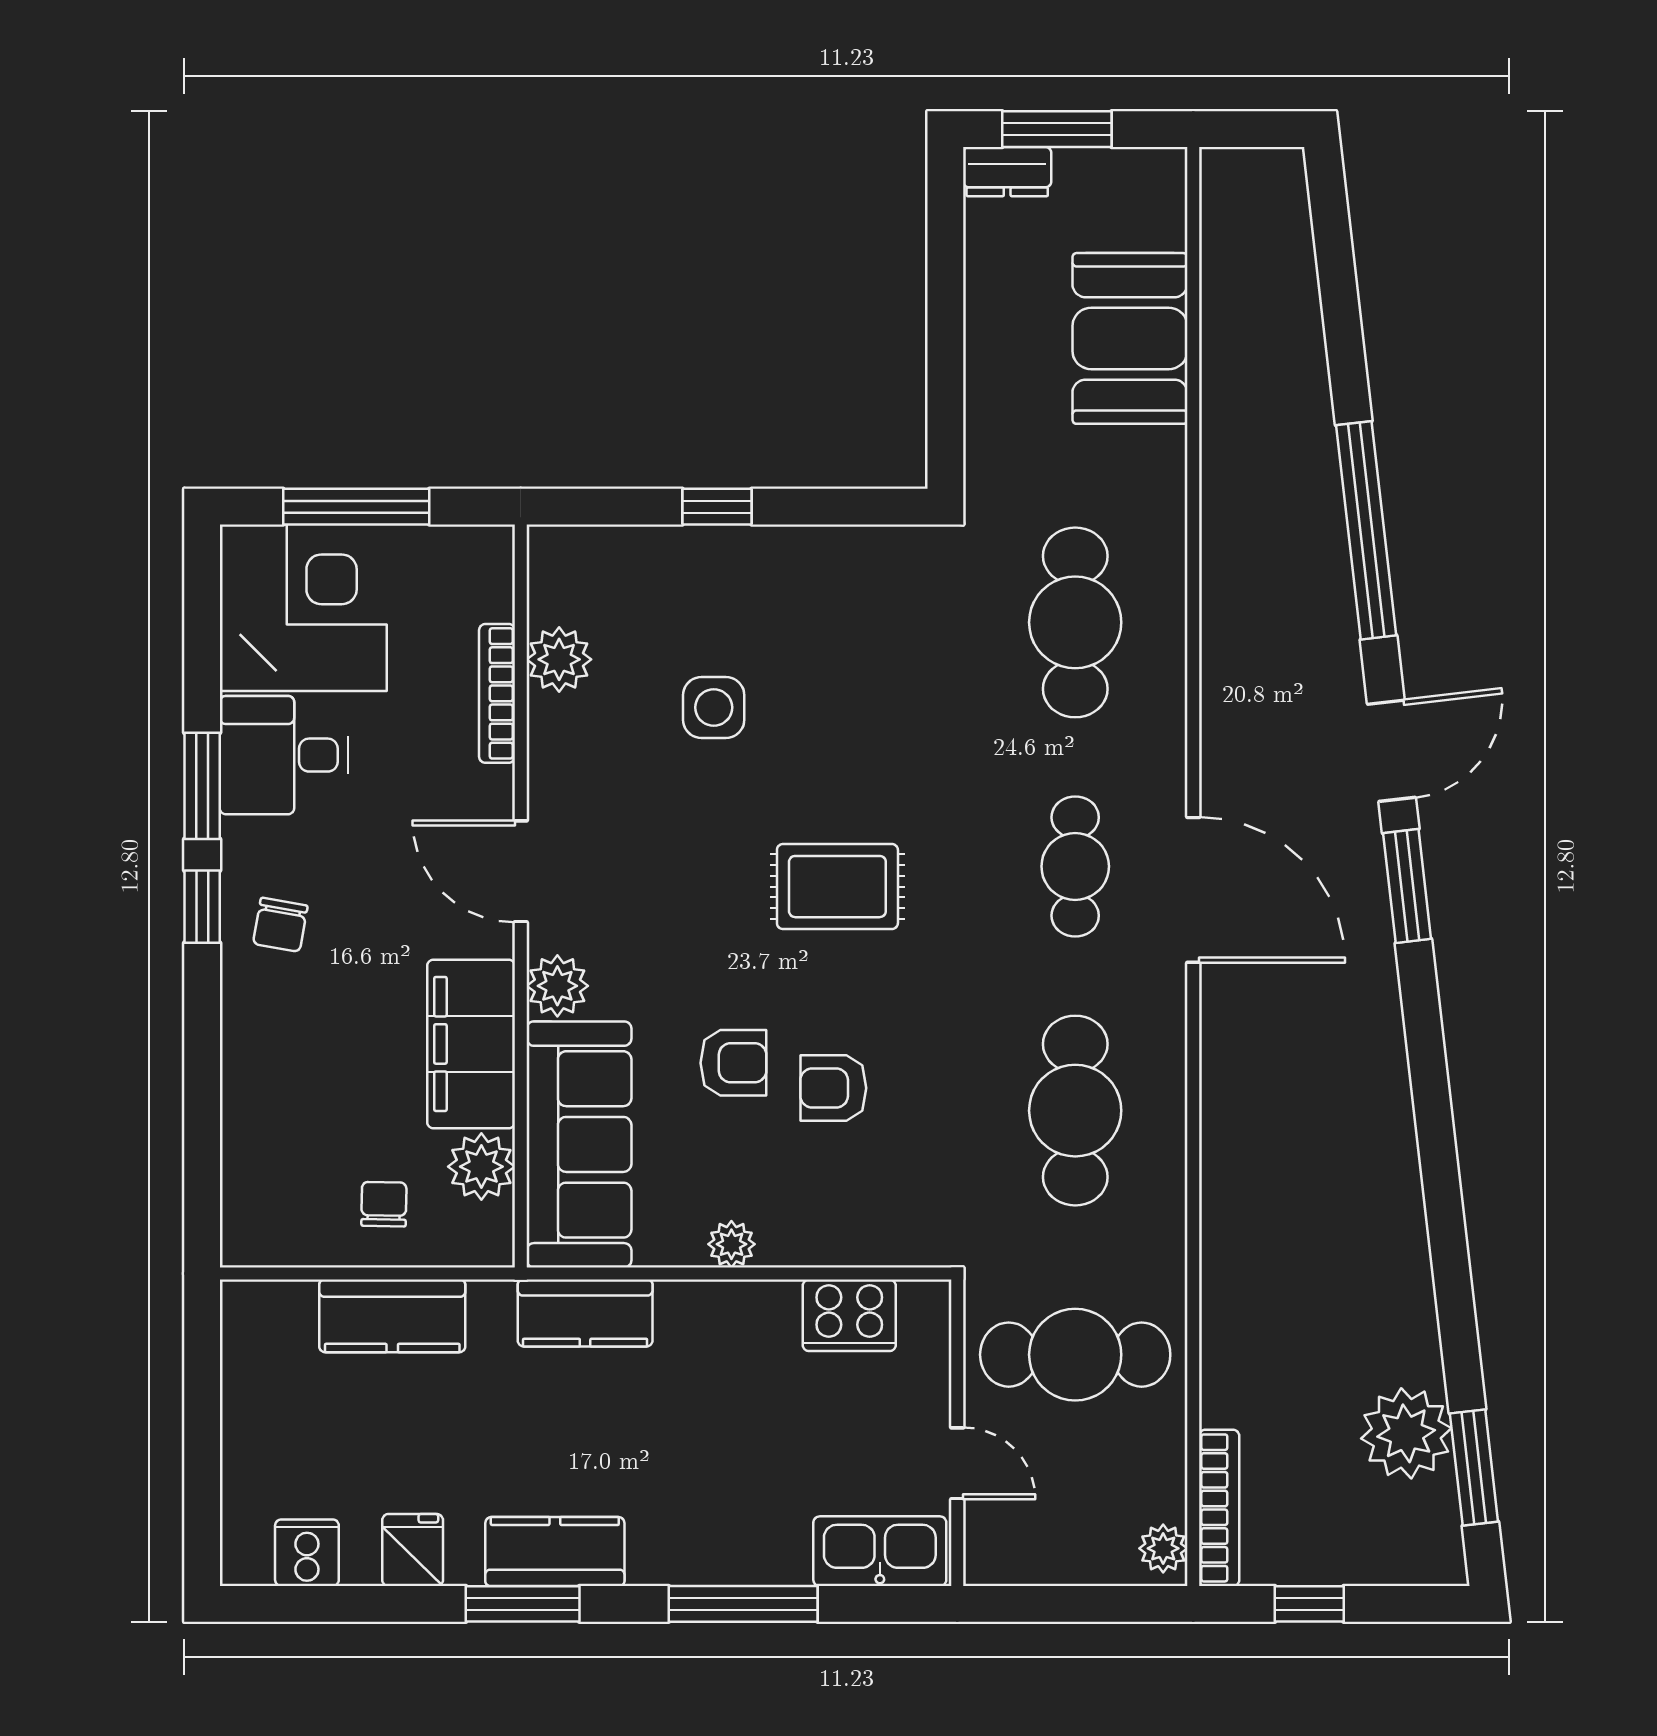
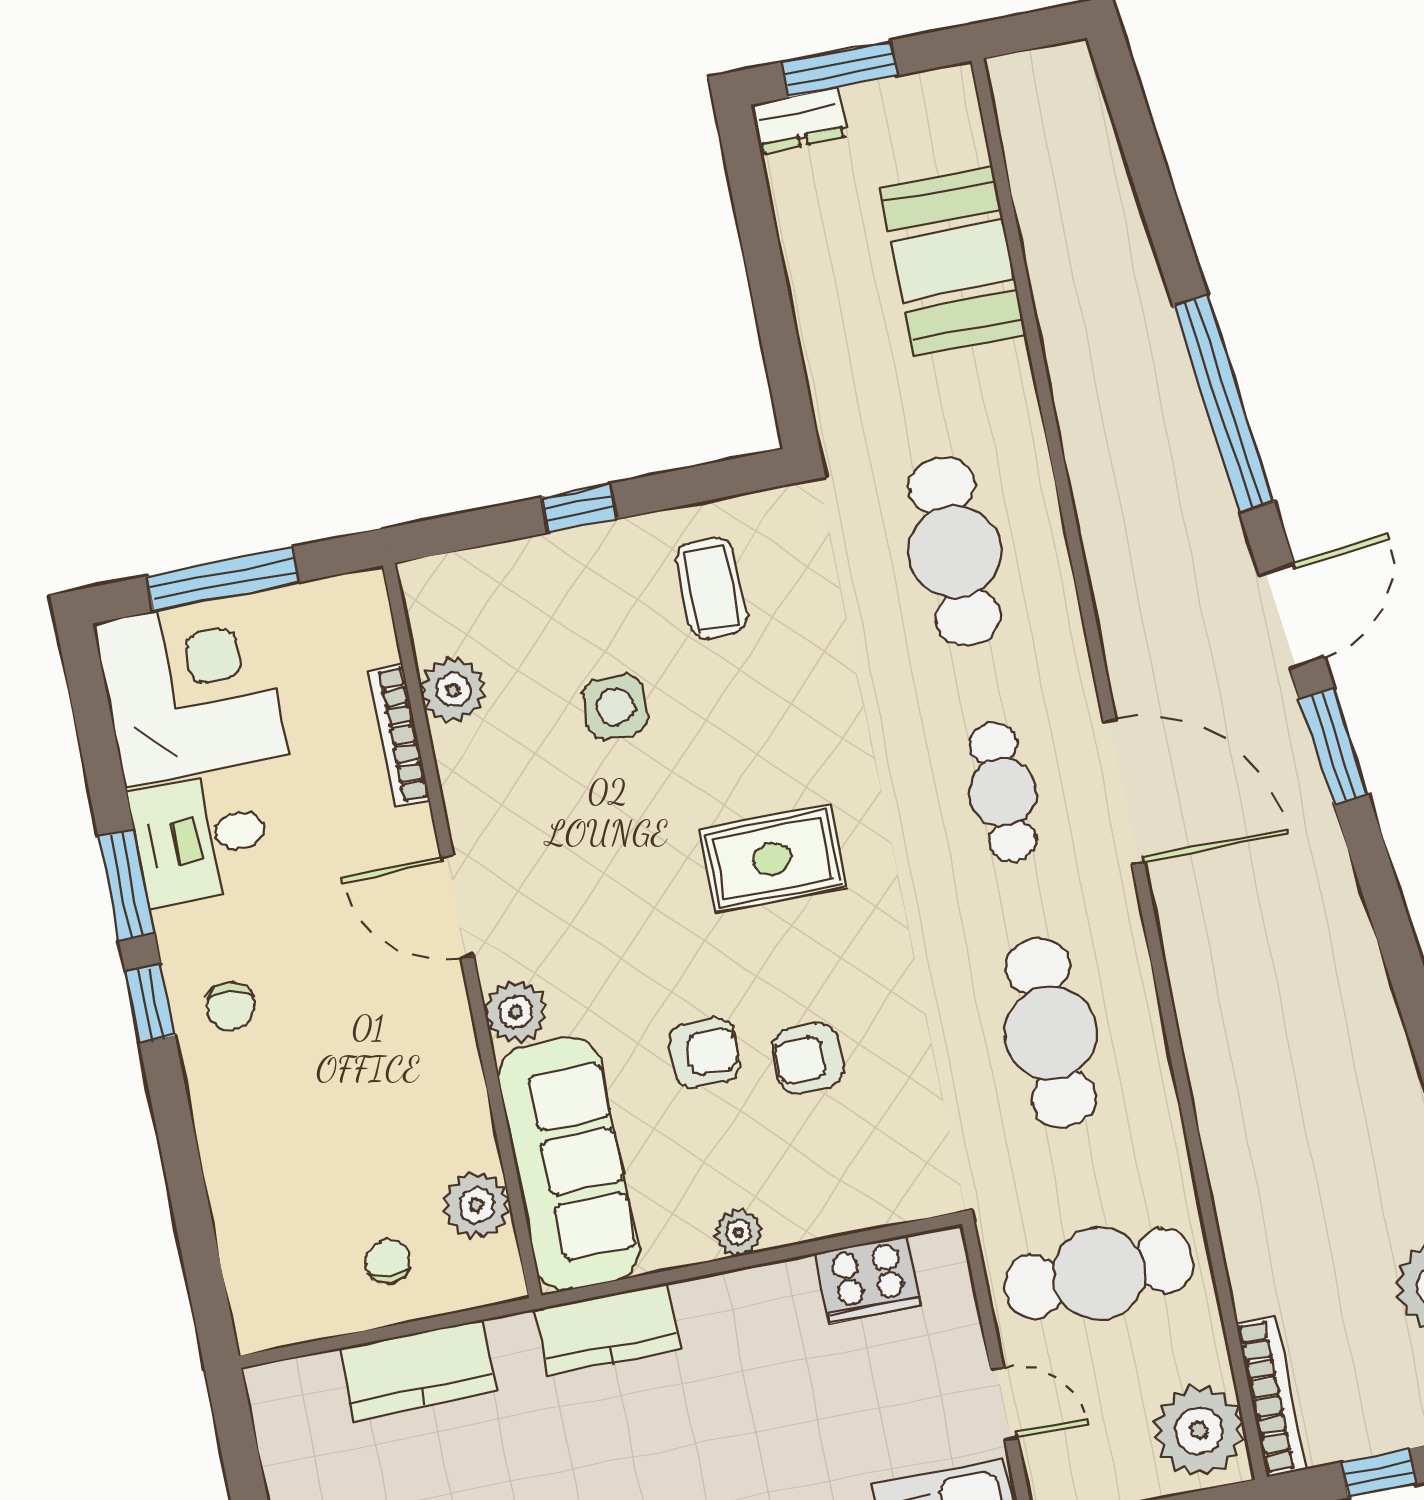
coffee table: (831, 611) -> (711, 588), added
filing cabinet: (471, 1044) -> (442, 1086), removed
plant: (1163, 1548) -> (1199, 1431), width x1.87, depth x1.87

